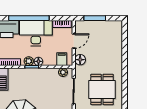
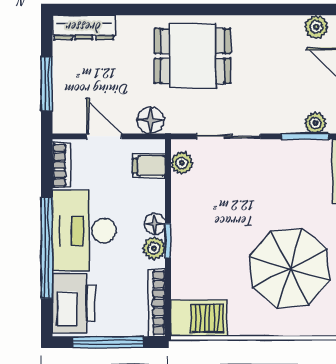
dresser: (117, 33) -> (84, 27), added
dining table: (102, 89) -> (193, 56), moved

